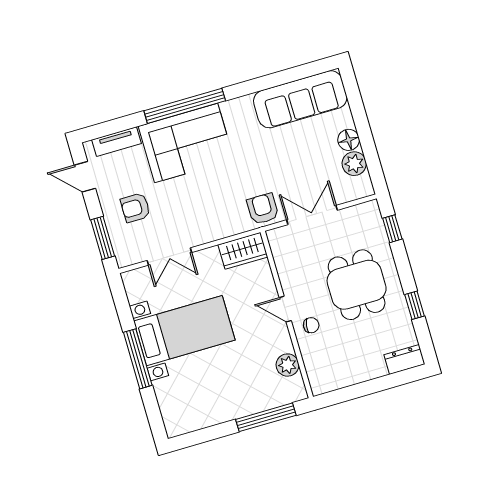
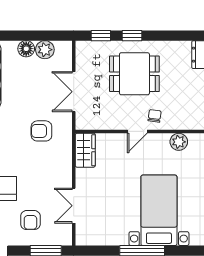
armchair: (263, 209) -> (41, 131), moved
double door: (169, 256) -> (74, 206), swing flipped
window: (415, 305) -> (132, 36), moved
bed with nightstands: (184, 331) -> (159, 210), moved

